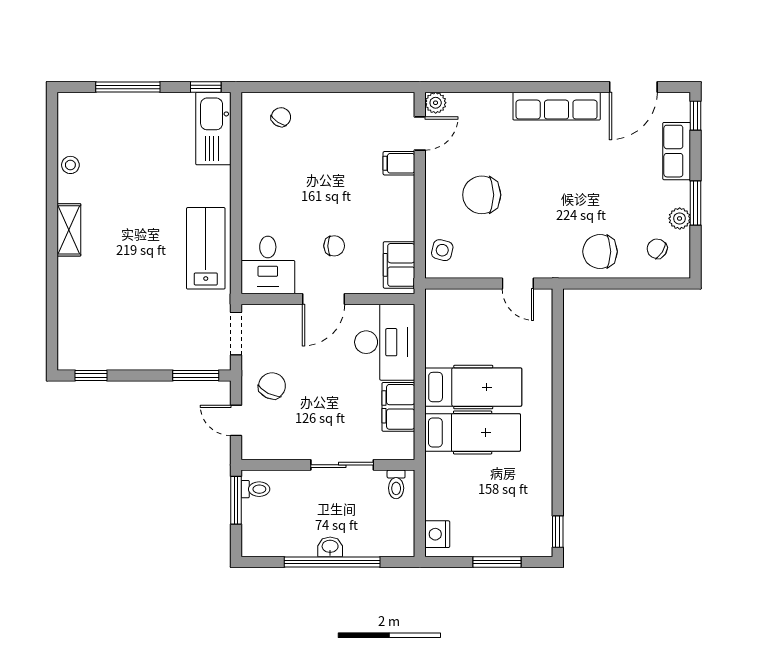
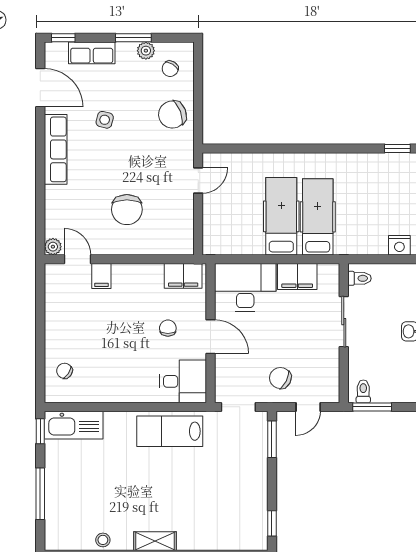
side table: (442, 250) -> (105, 120), moved
chair: (600, 252) -> (172, 115), turned 69

